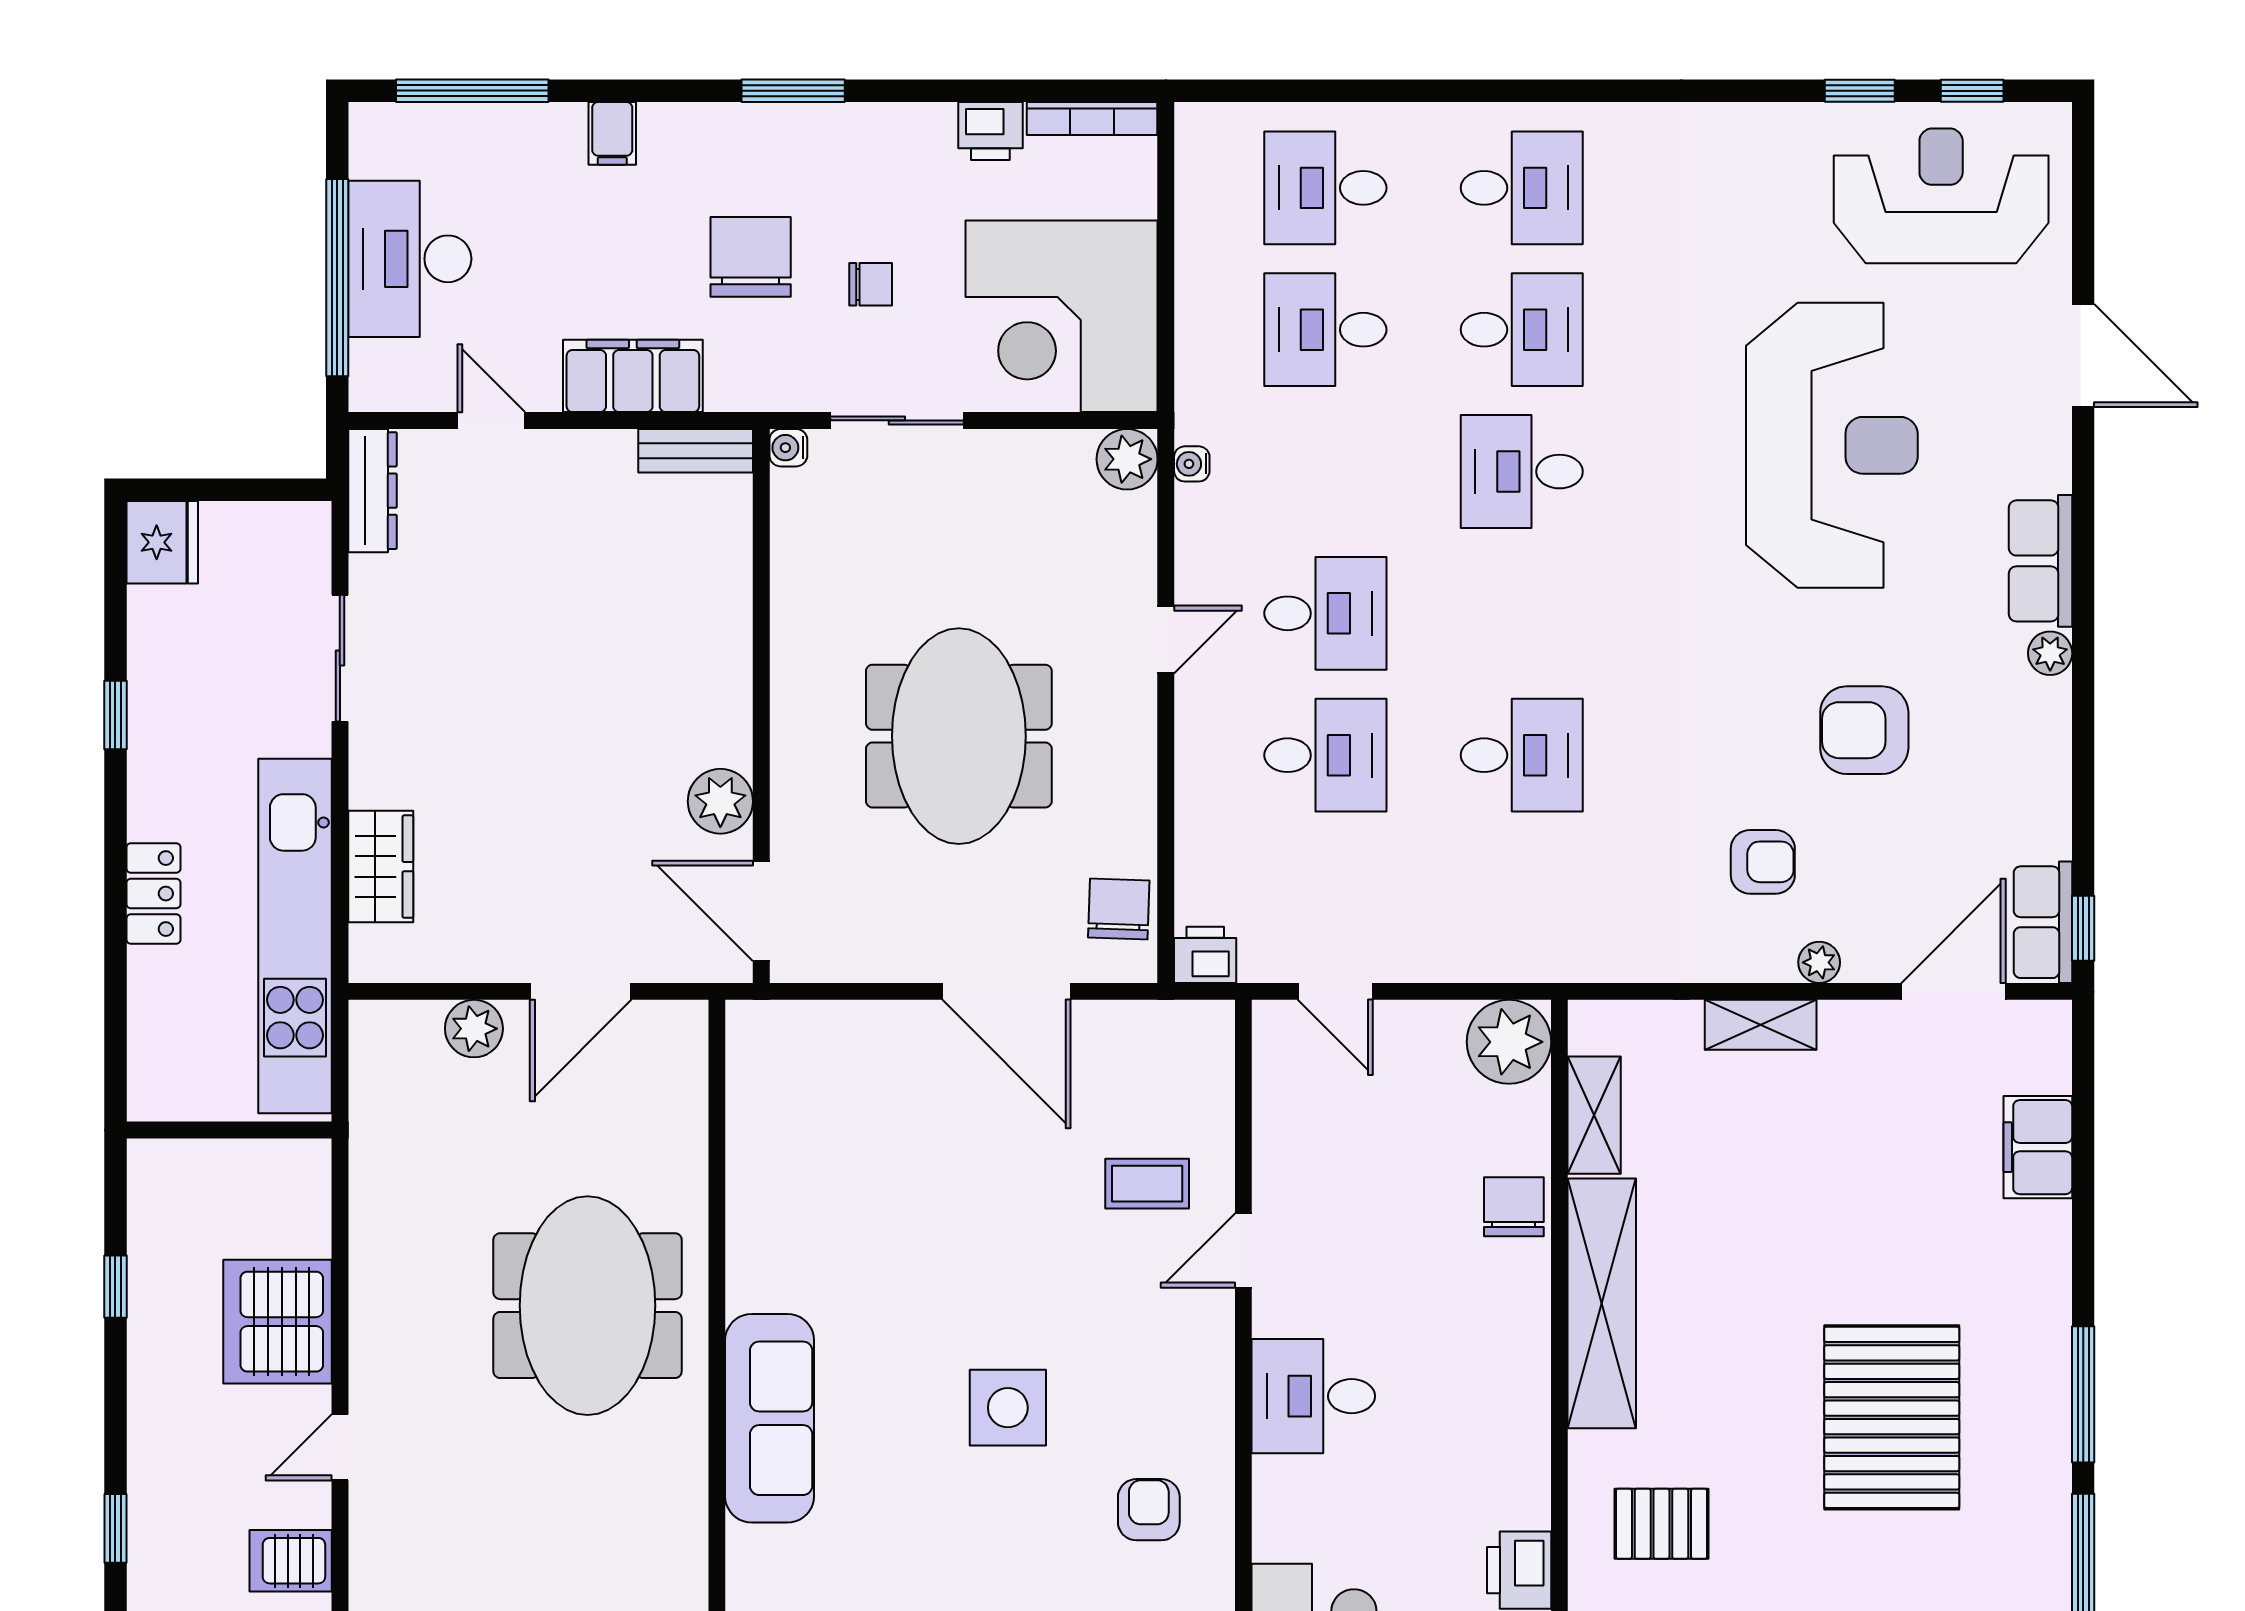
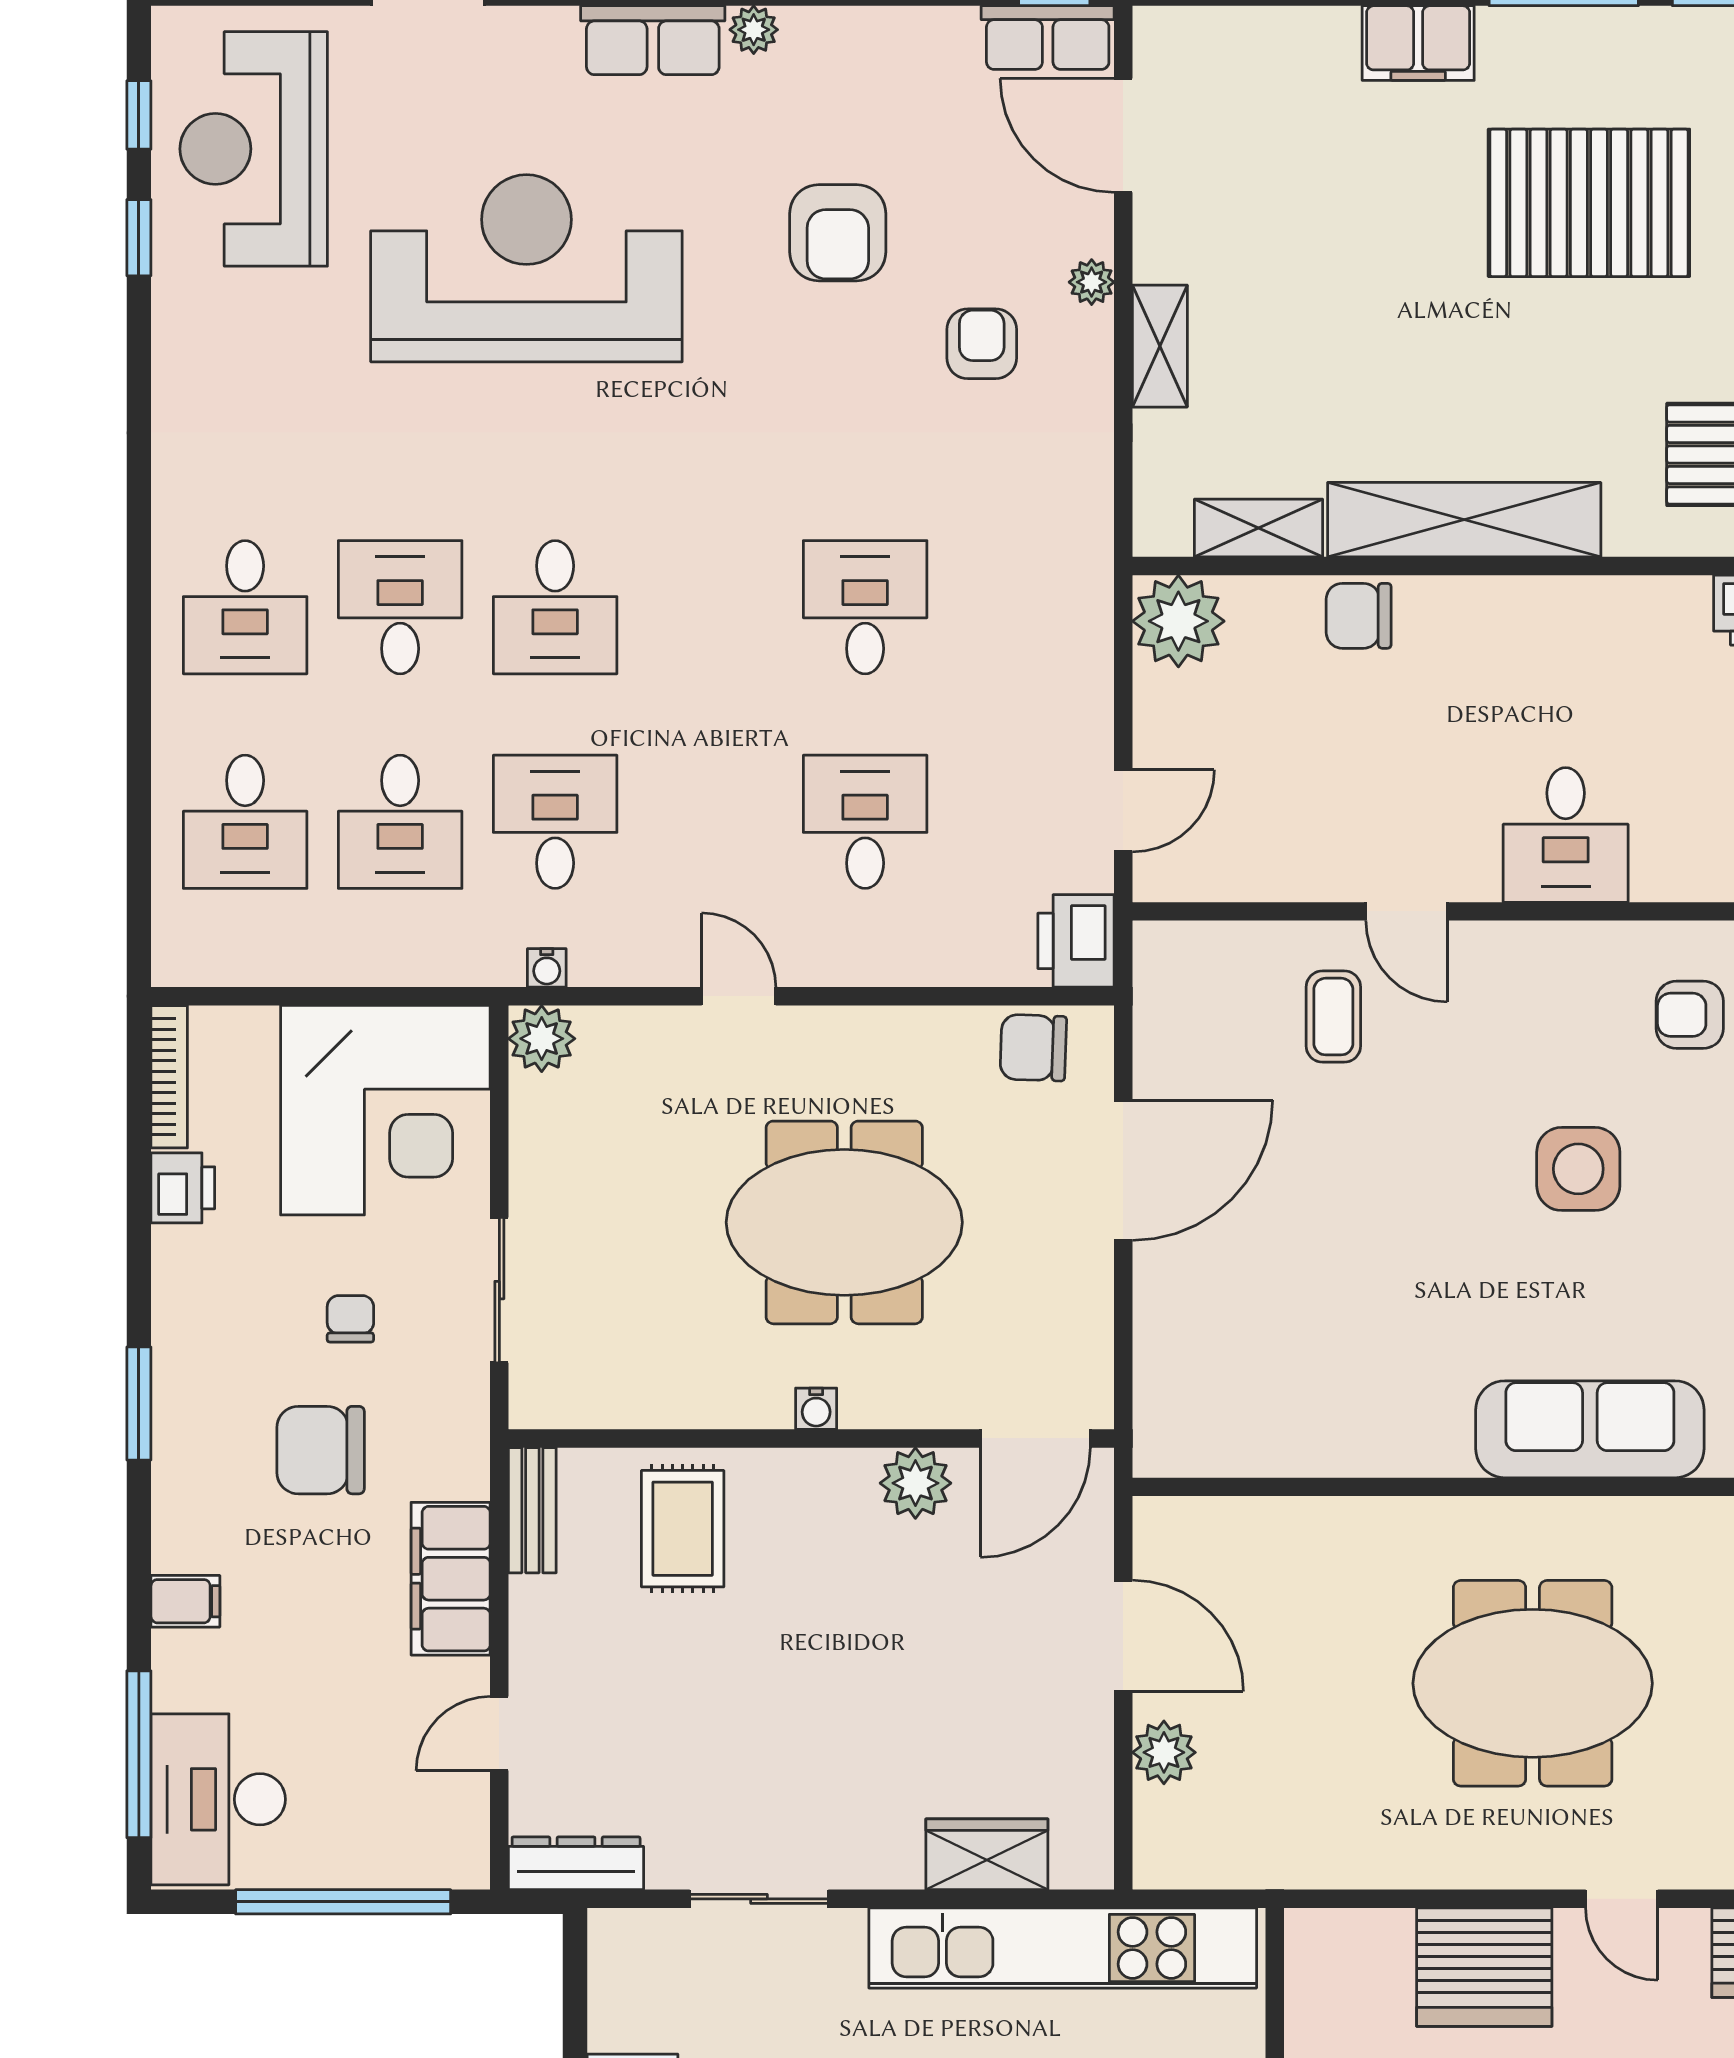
desk: (1522, 188) -> (245, 607), turned 180
desk: (410, 259) -> (218, 1799), moved, turned 90
water cooler: (788, 448) -> (816, 1409), moved
rug: (679, 588) -> (683, 1529), added
desk: (1325, 613) -> (555, 822), moved
printer: (1205, 955) -> (1076, 941), width x1.36, depth x1.24
filing cabinet: (2038, 1147) -> (1418, 43), moved
meeting table: (588, 1306) -> (1533, 1683), moved

